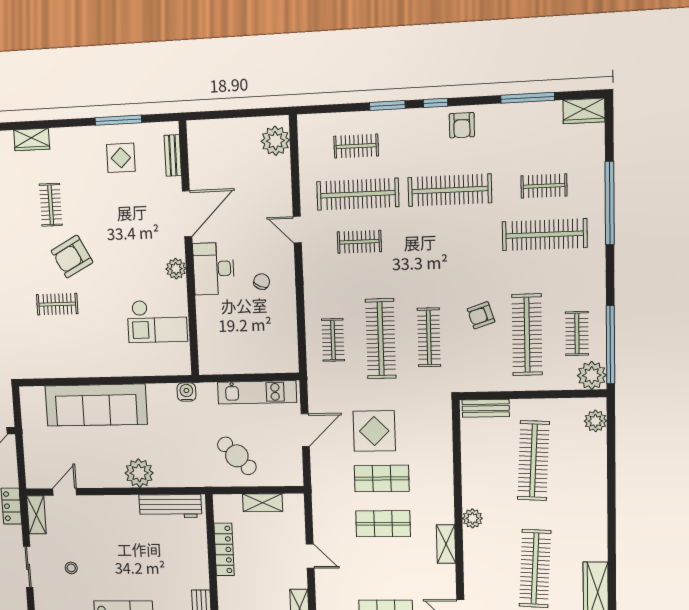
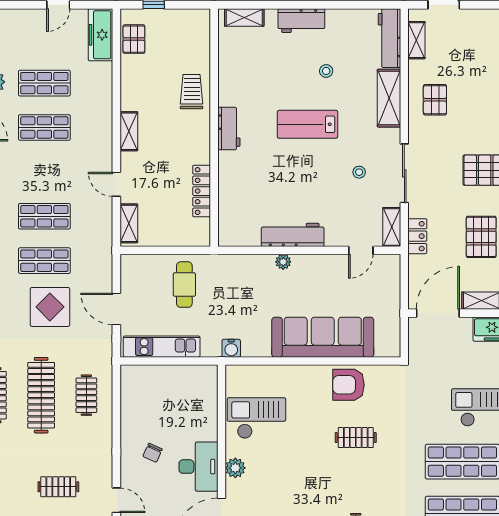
armchair: (72, 257) -> (348, 385), moved, turned -152
door: (305, 430) -> (116, 309), hinge flipped
cafe table: (237, 456) -> (184, 285), turned 44
plant: (139, 473) -> (283, 262), width x0.53, depth x0.53
shelving: (263, 503) -> (129, 223), moved, turned 90
workbench: (170, 506) -> (293, 235), moved
sliding door: (28, 567) -> (404, 173), width x1.37

